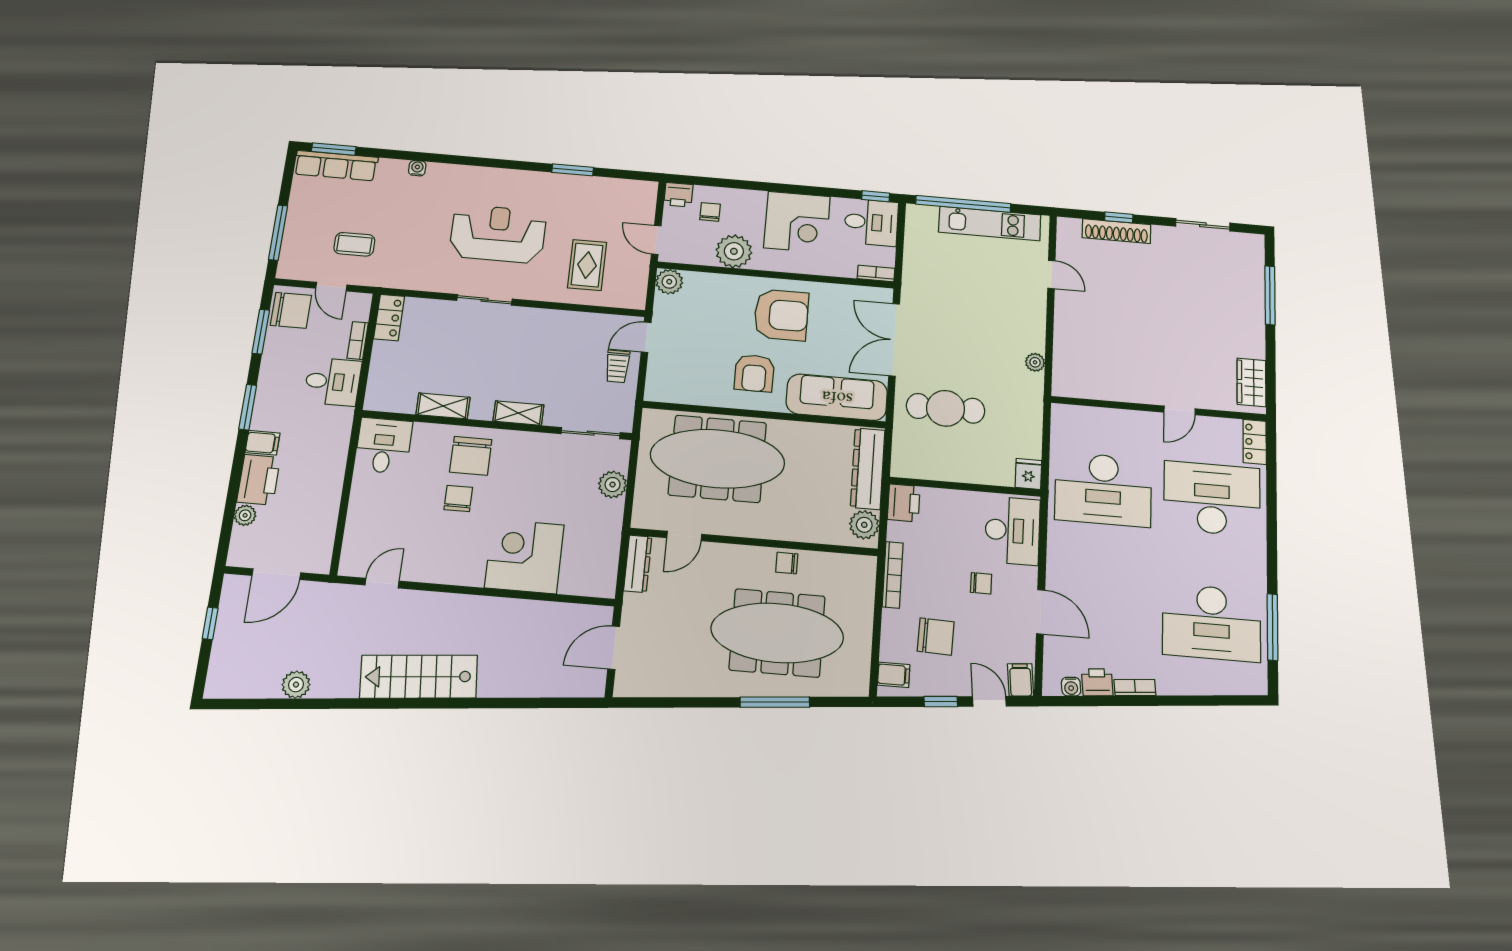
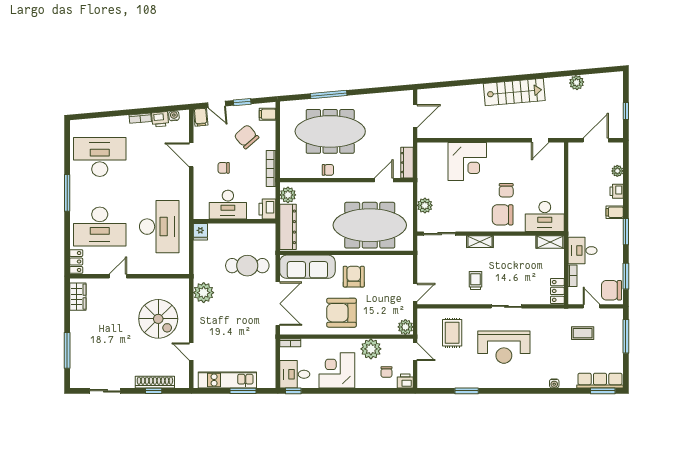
window: (963, 204) -> (243, 391), width x0.47
spiral stairs: (1108, 333) -> (158, 319), added
plant: (1035, 362) -> (204, 293), width x1.87, depth x1.87
trolley: (617, 366) -> (475, 281), moved
shelving: (443, 406) -> (550, 242), moved
desk: (383, 446) -> (545, 216), width x1.37
chair: (471, 456) -> (503, 215), turned -90
printer: (259, 480) -> (617, 191), width x0.53, depth x0.68
desk: (1103, 489) -> (159, 227), turned 90
desk: (1012, 531) -> (228, 205), moved, turned -90
window: (1273, 627) -> (67, 193), moved
chair: (936, 636) -> (246, 137), turned 47

